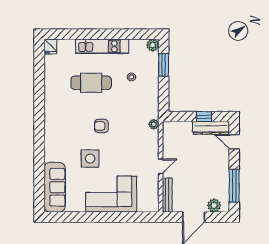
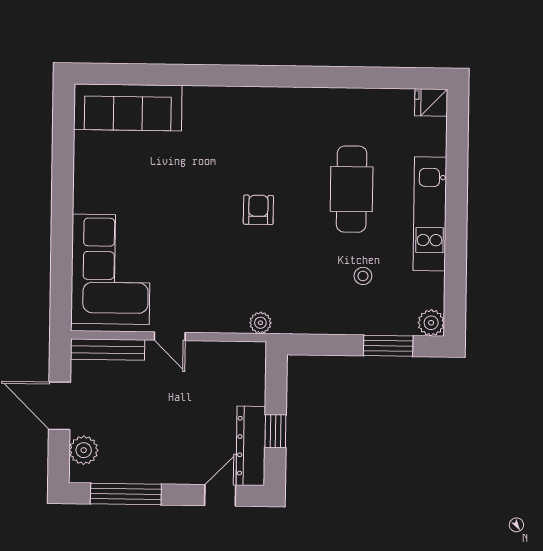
side table: (90, 159) -> (188, 184), removed
corner sofa: (111, 194) -> (111, 269), moved

